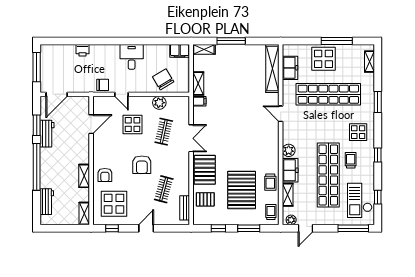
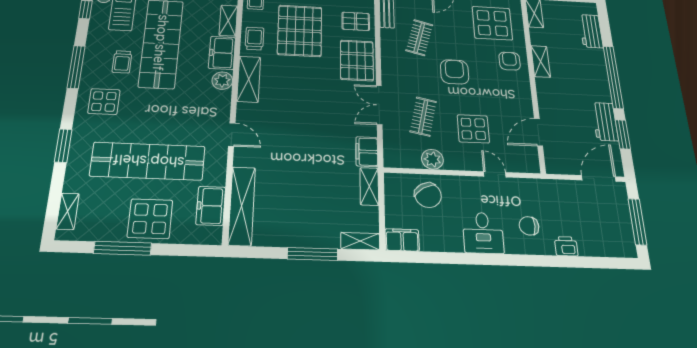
chair: (103, 85) -> (529, 226), moved
filing cabinet: (199, 101) -> (367, 152), width x2.00
shelving: (272, 152) -> (249, 79), added
window: (378, 155) -> (76, 67), width x2.17

